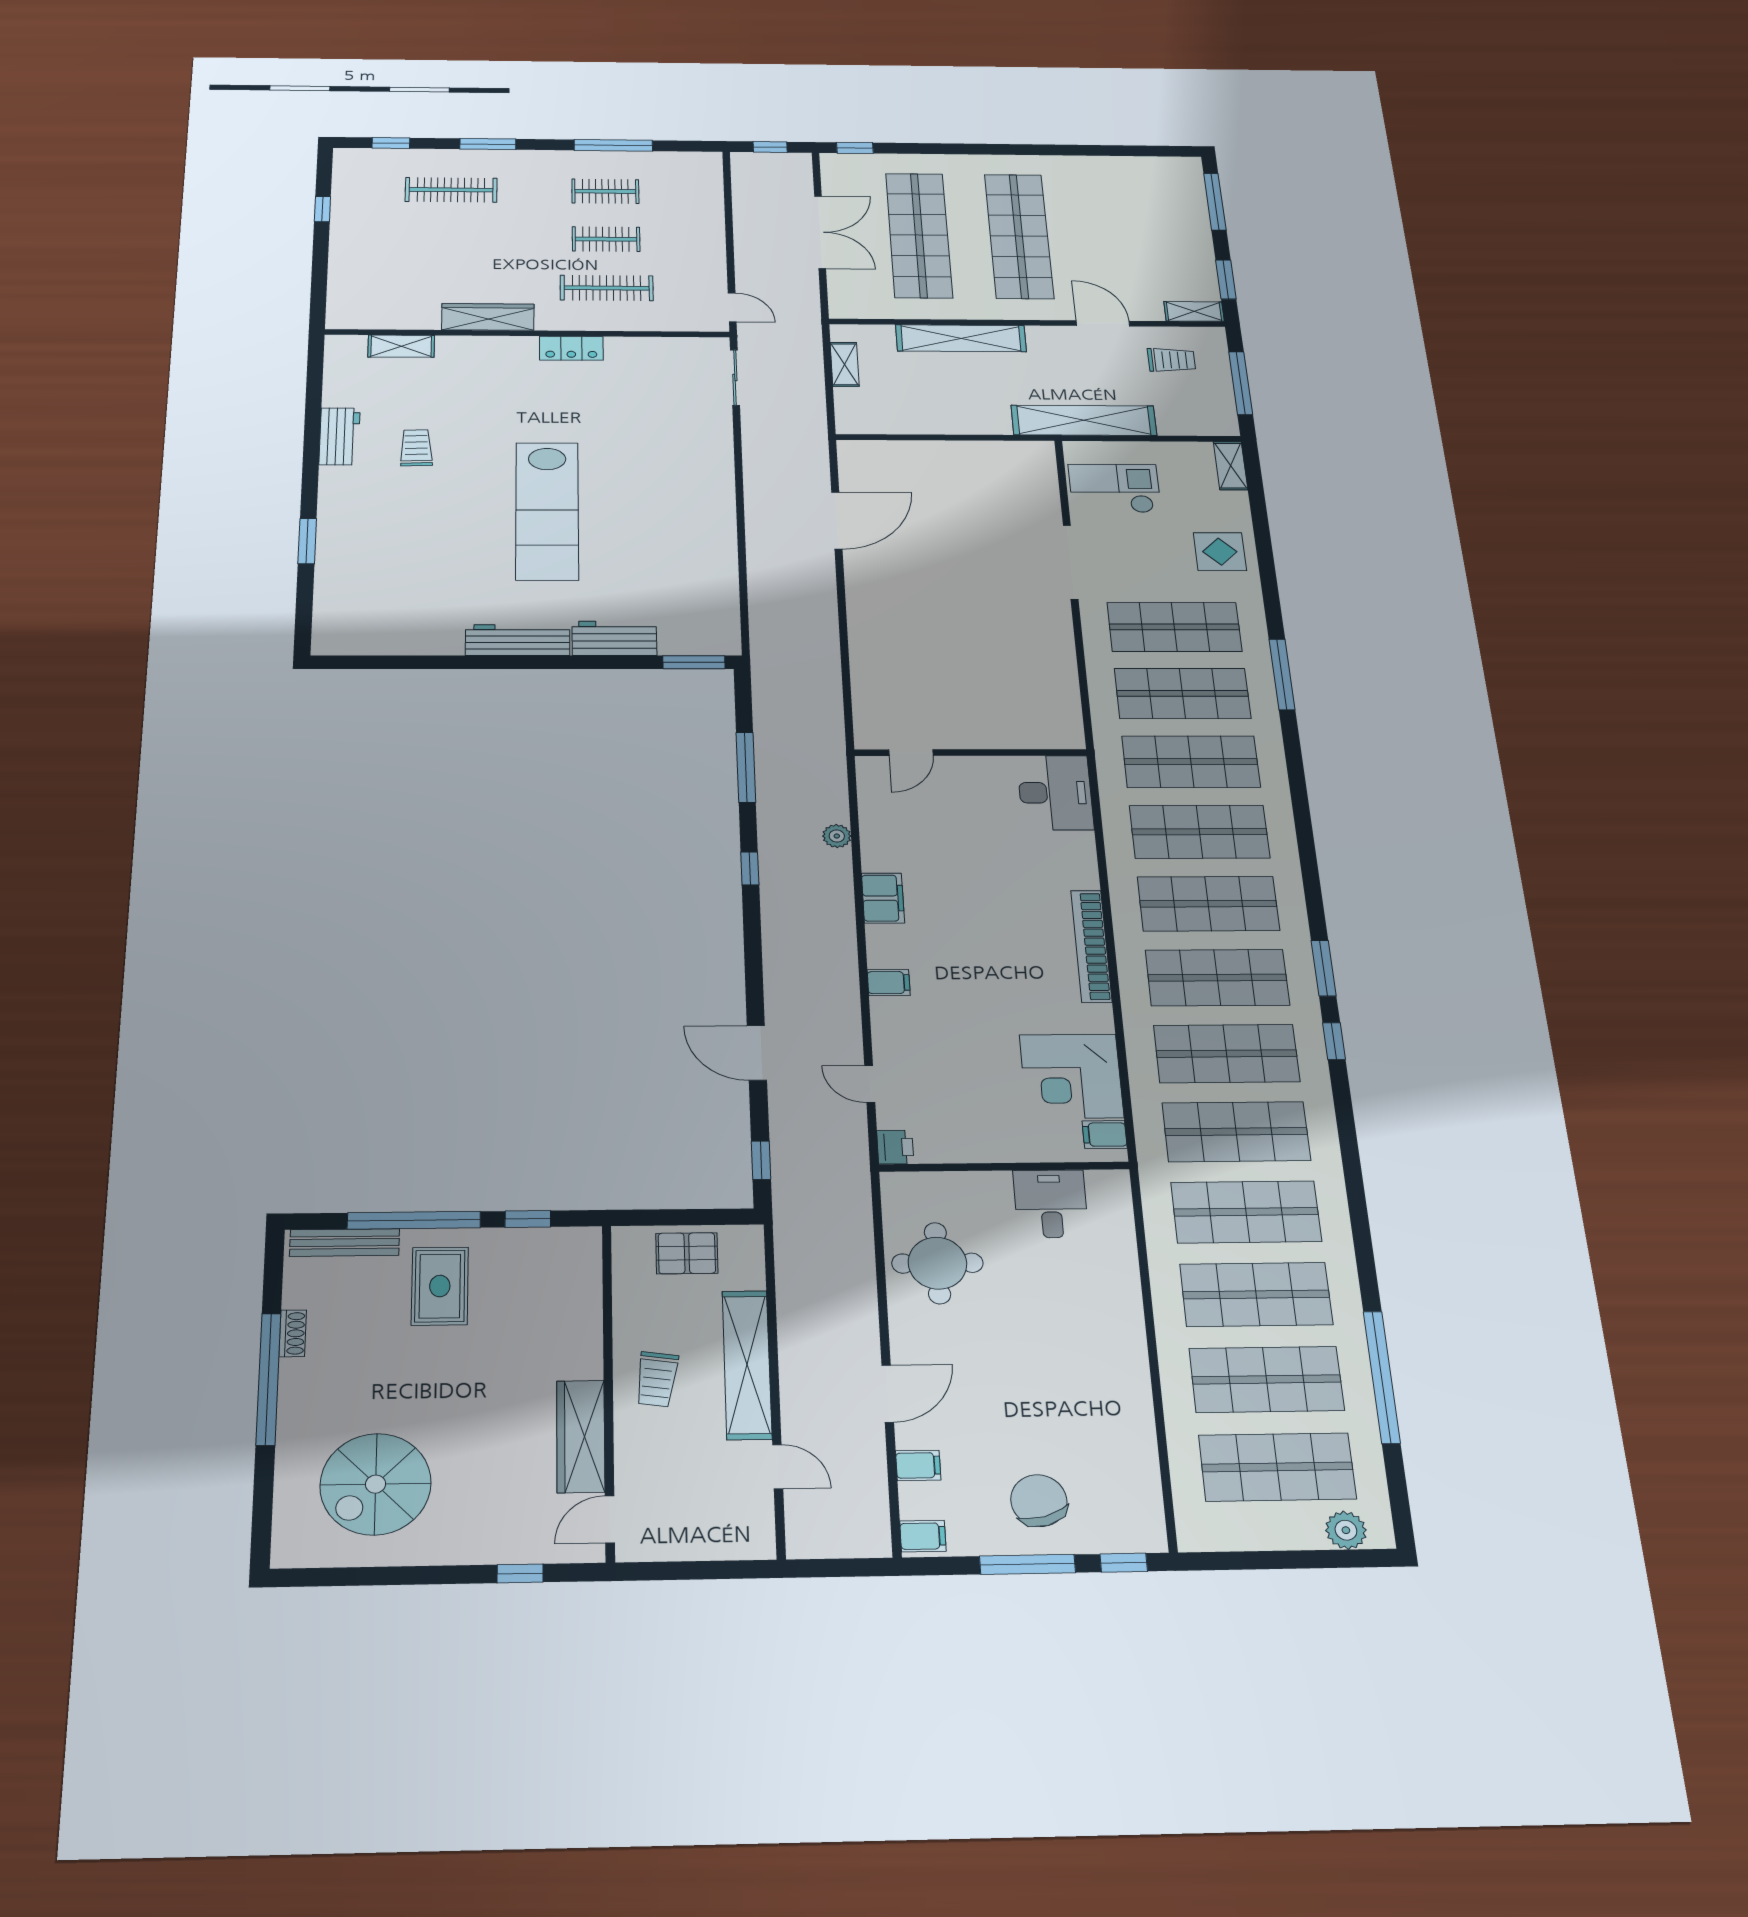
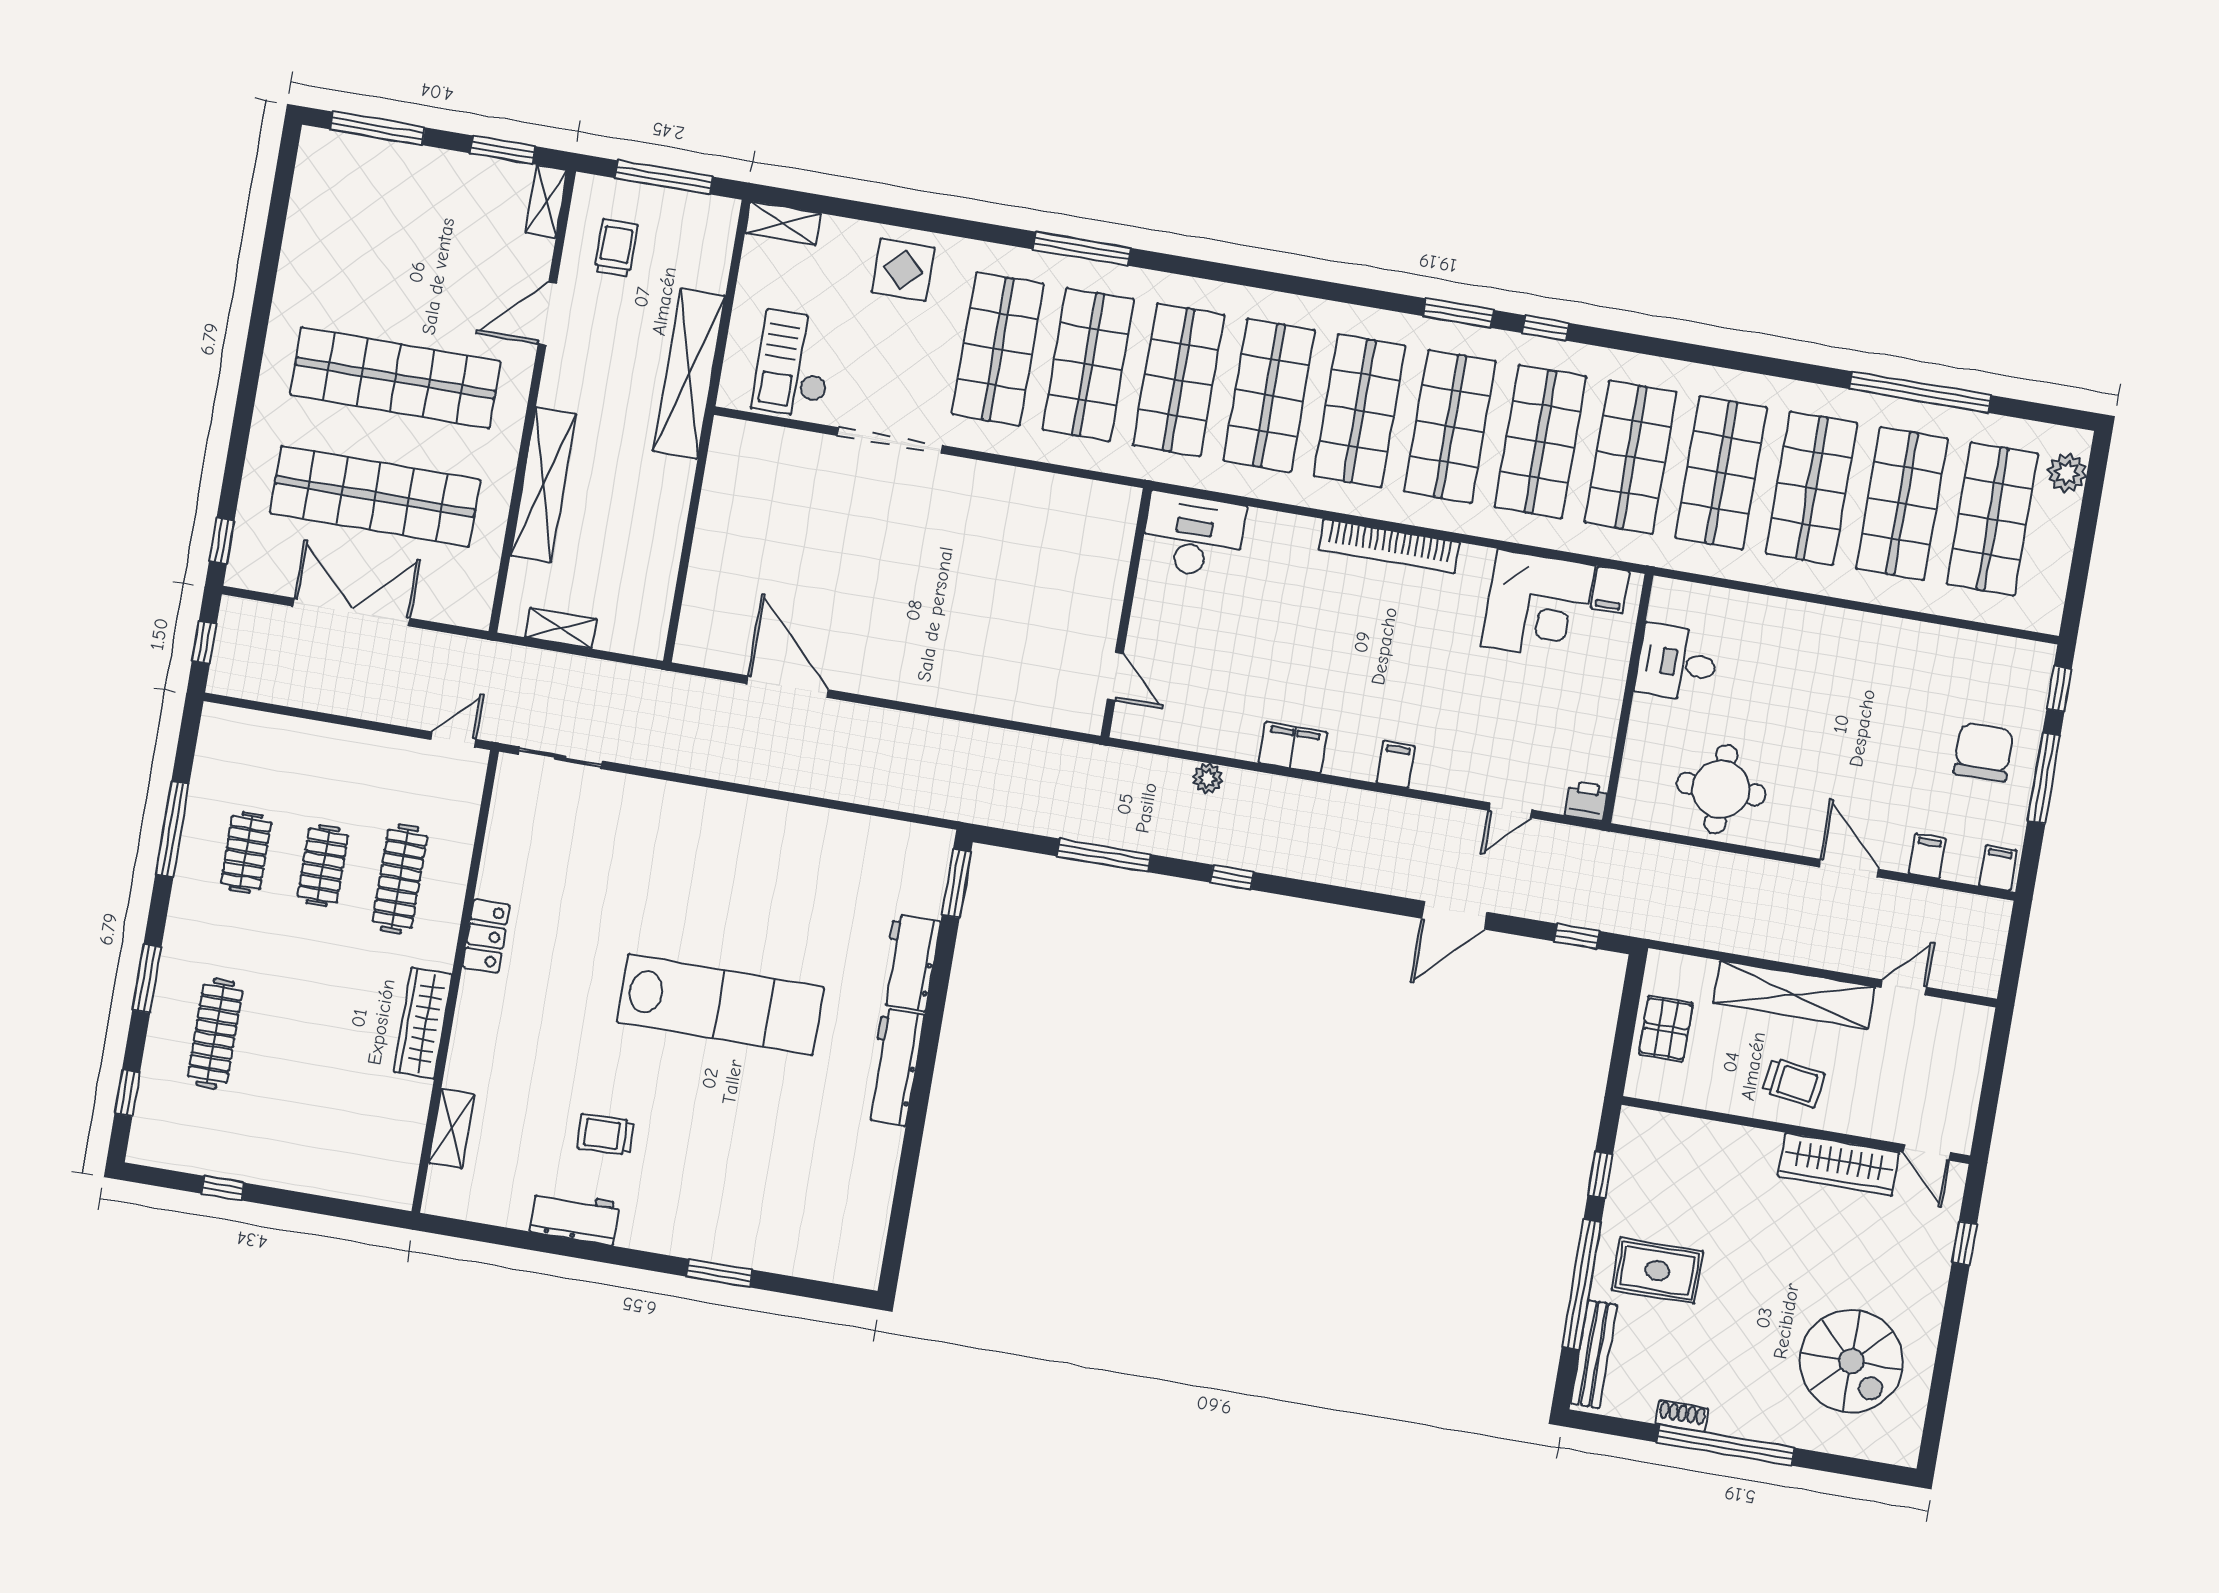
chair: (1039, 1501) -> (1984, 752), turned 105

